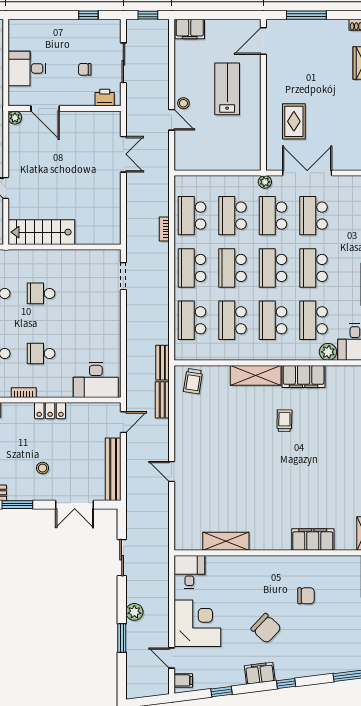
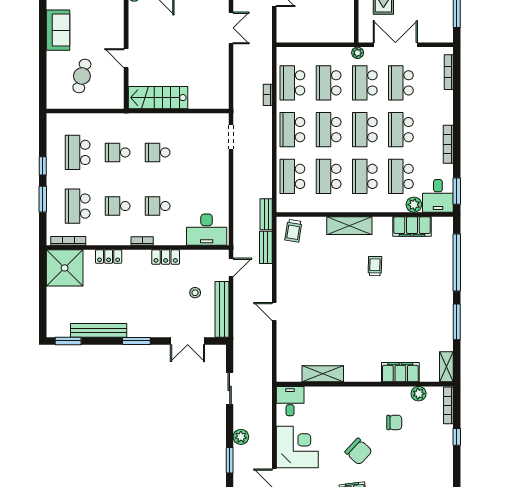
filing cabinet: (304, 376) -> (412, 227), moved
stool: (43, 468) -> (195, 293), moved
plant: (333, 564) -> (419, 394), added

